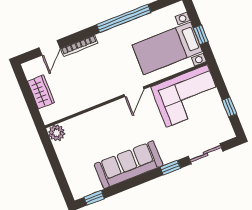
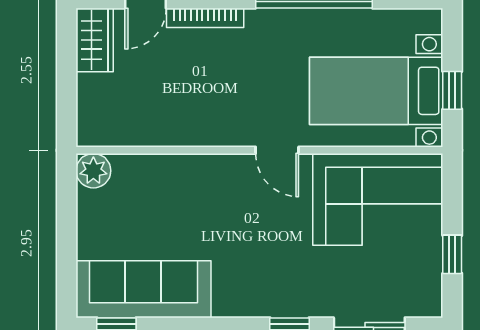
wardrobe: (41, 92) -> (95, 40), moved
door: (134, 92) -> (277, 150), hinge flipped
sofa: (129, 165) -> (143, 289), moved

